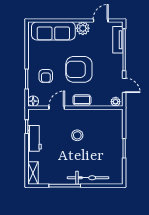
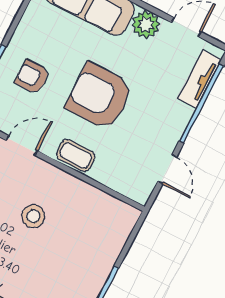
armchair: (46, 76) -> (32, 77), turned 90
plant: (116, 102) -> (136, 191), removed

